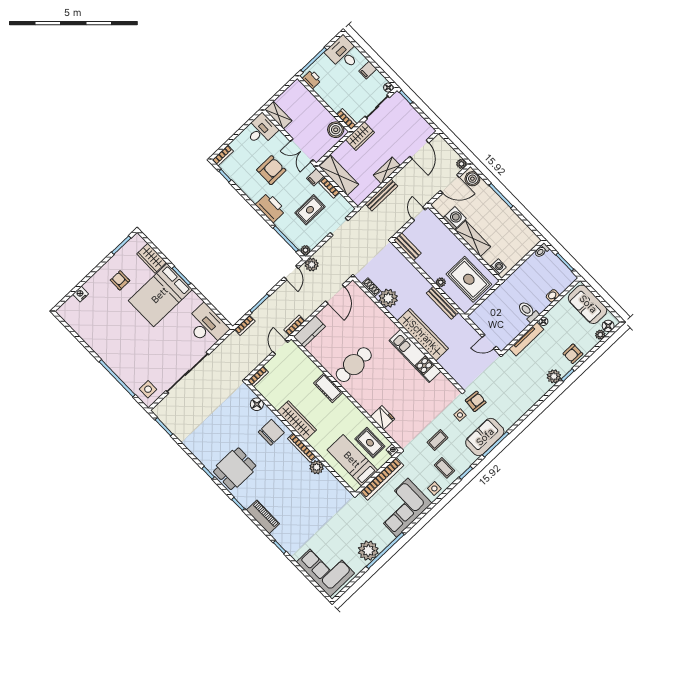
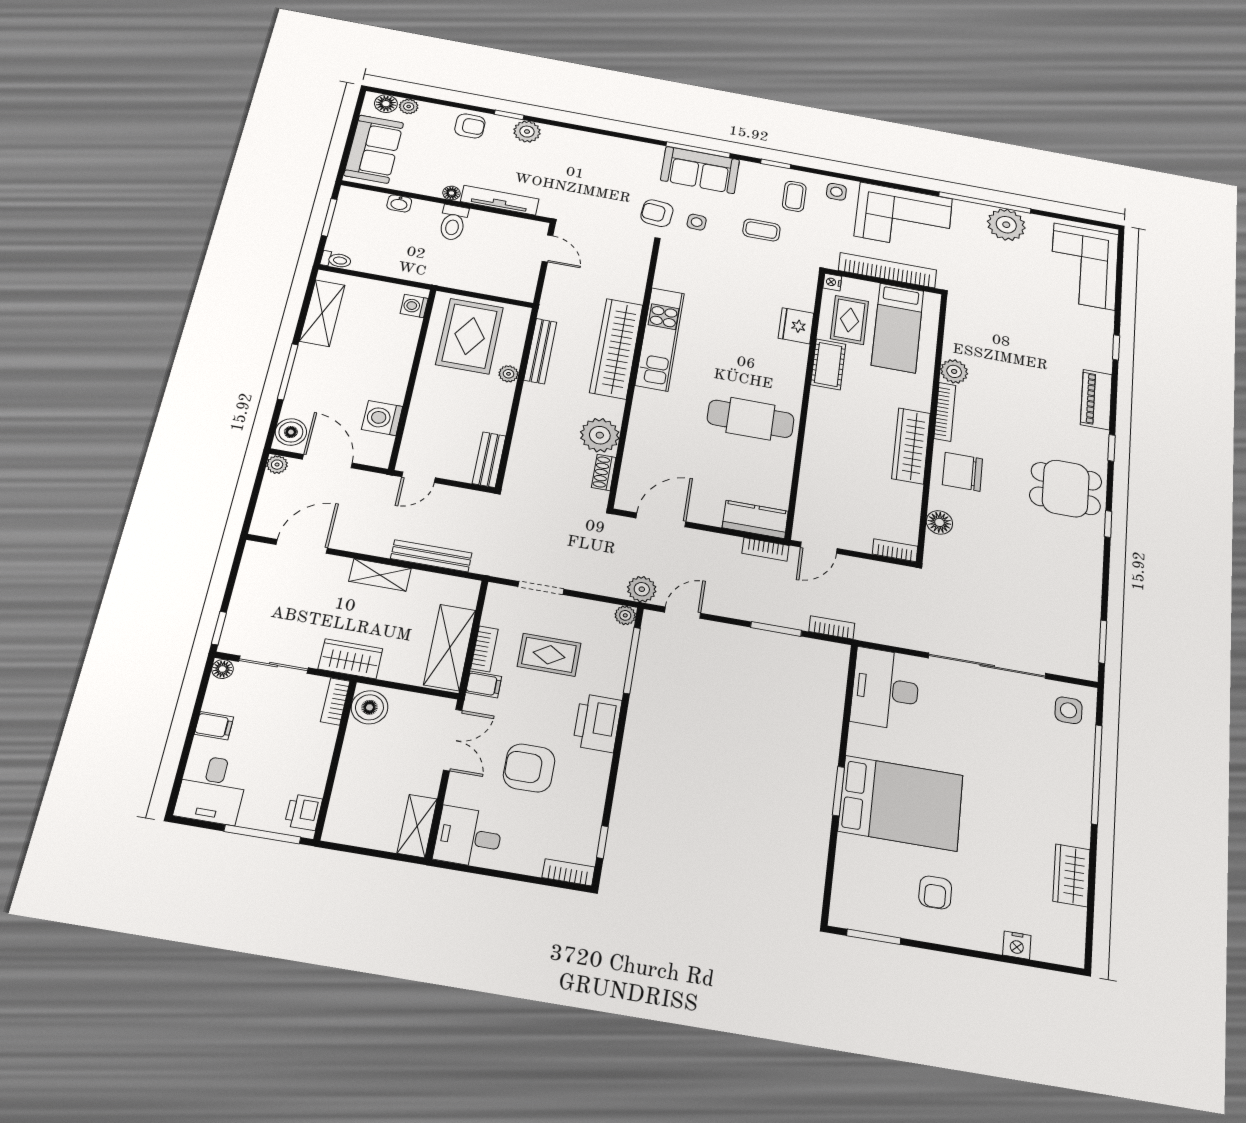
shelving: (473, 239) -> (322, 313), moved
wardrobe: (152, 258) -> (1071, 875), moved, turned 180
cot: (328, 388) -> (828, 364), moved

